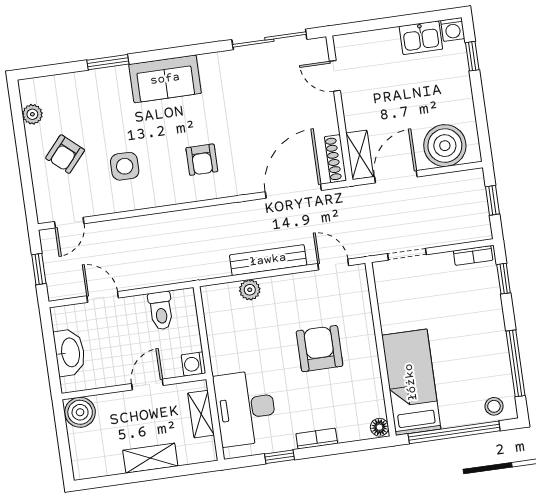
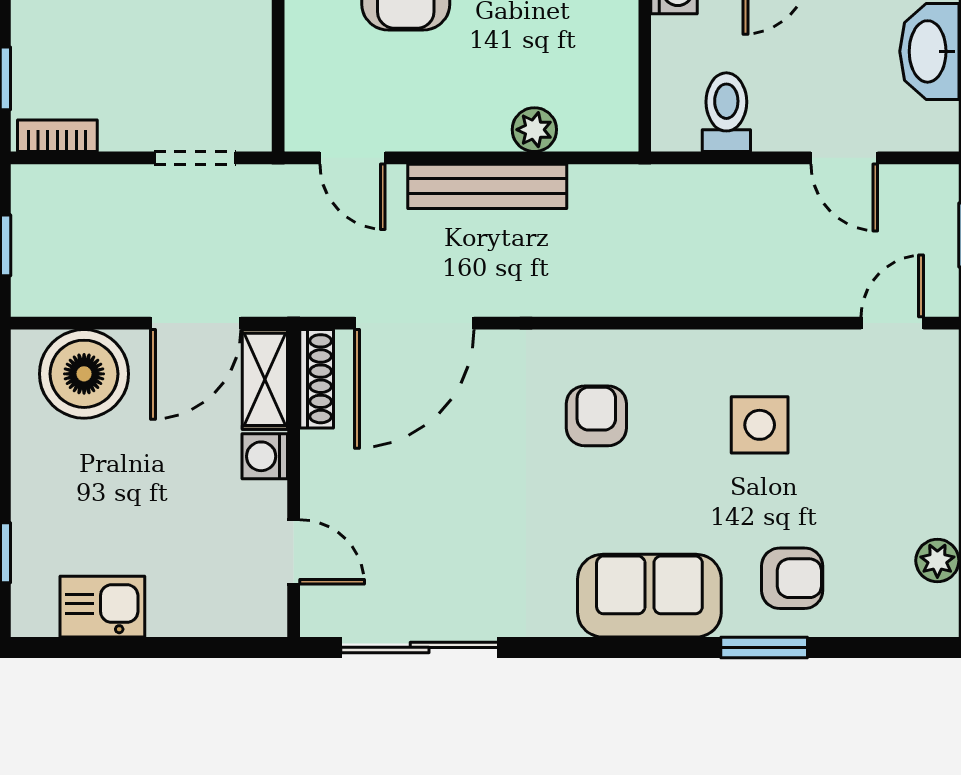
washing machine: (453, 29) -> (265, 456), moved, turned -90
armchair: (65, 154) -> (792, 578), moved, turned 49

